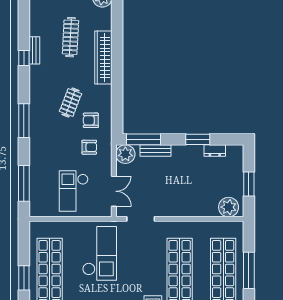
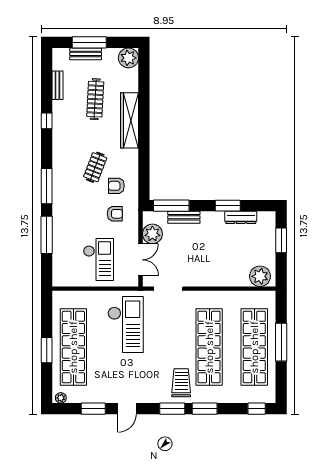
bench: (34, 50) -> (57, 85), moved
dresser: (215, 151) -> (241, 217), width x1.44
plant: (125, 154) -> (152, 234), moved
window: (24, 183) -> (47, 235), moved
window: (249, 184) -> (281, 240), moved
checkout: (74, 191) -> (99, 260), turned 180

